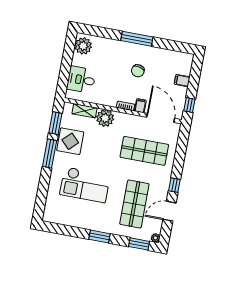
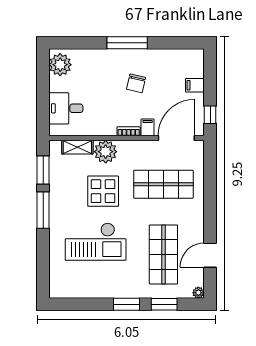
door: (161, 118) -> (176, 138), hinge flipped
display table: (70, 141) -> (103, 191), moved
window: (174, 185) -> (210, 221), removed
window: (139, 244) -> (164, 304), moved

